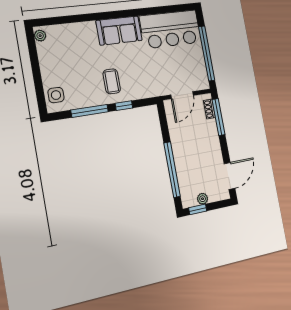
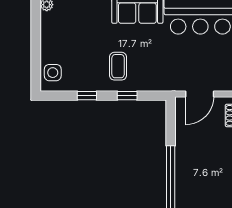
window: (90, 111) -> (87, 96), width x0.46

